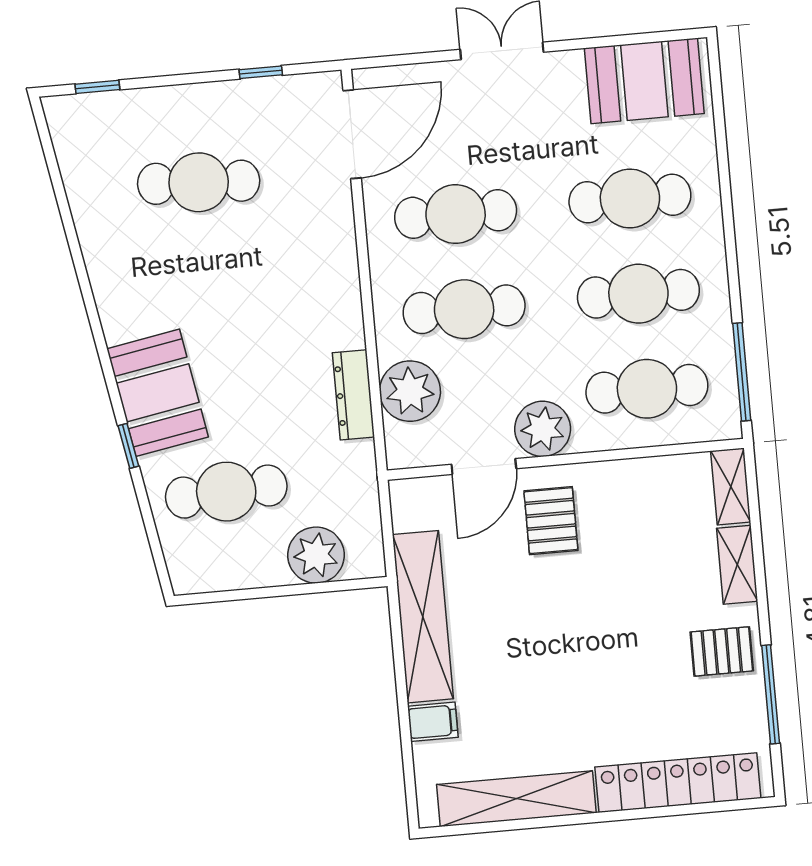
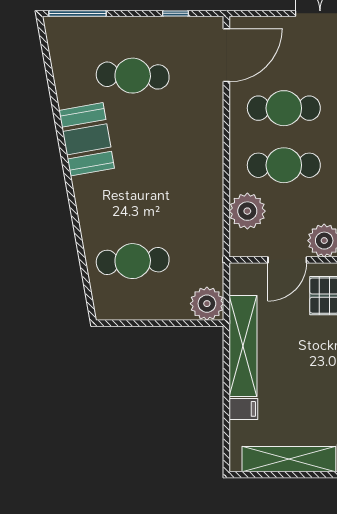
window: (97, 87) -> (77, 13), width x2.17
booth: (158, 393) -> (87, 139), moved
dresser: (353, 395) -> (213, 210), removed
window: (128, 446) -> (77, 229), removed
plant: (316, 555) -> (207, 304), moved

